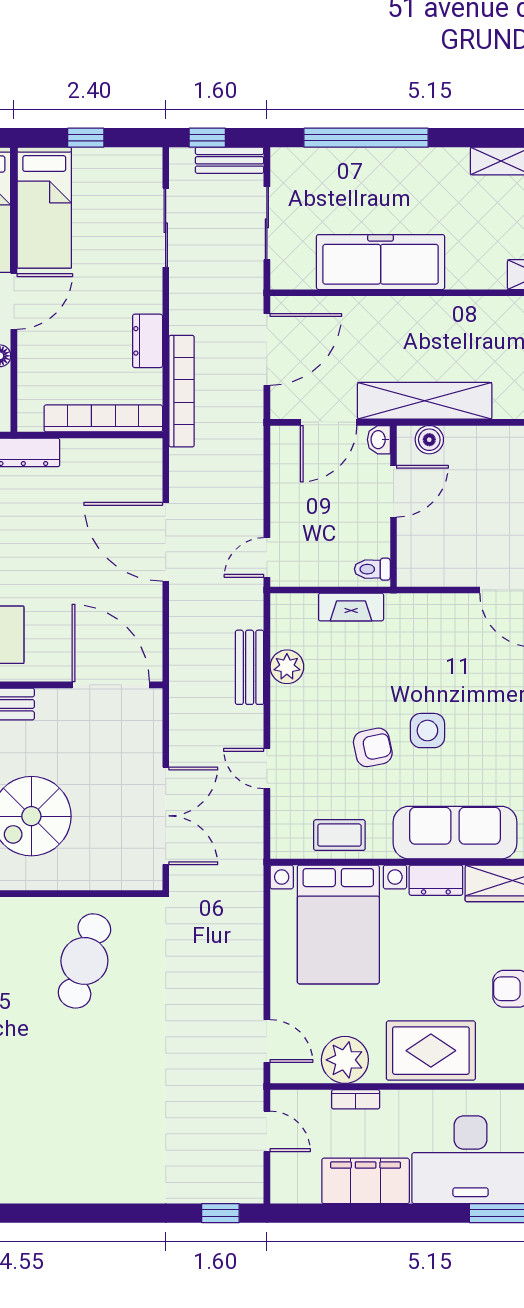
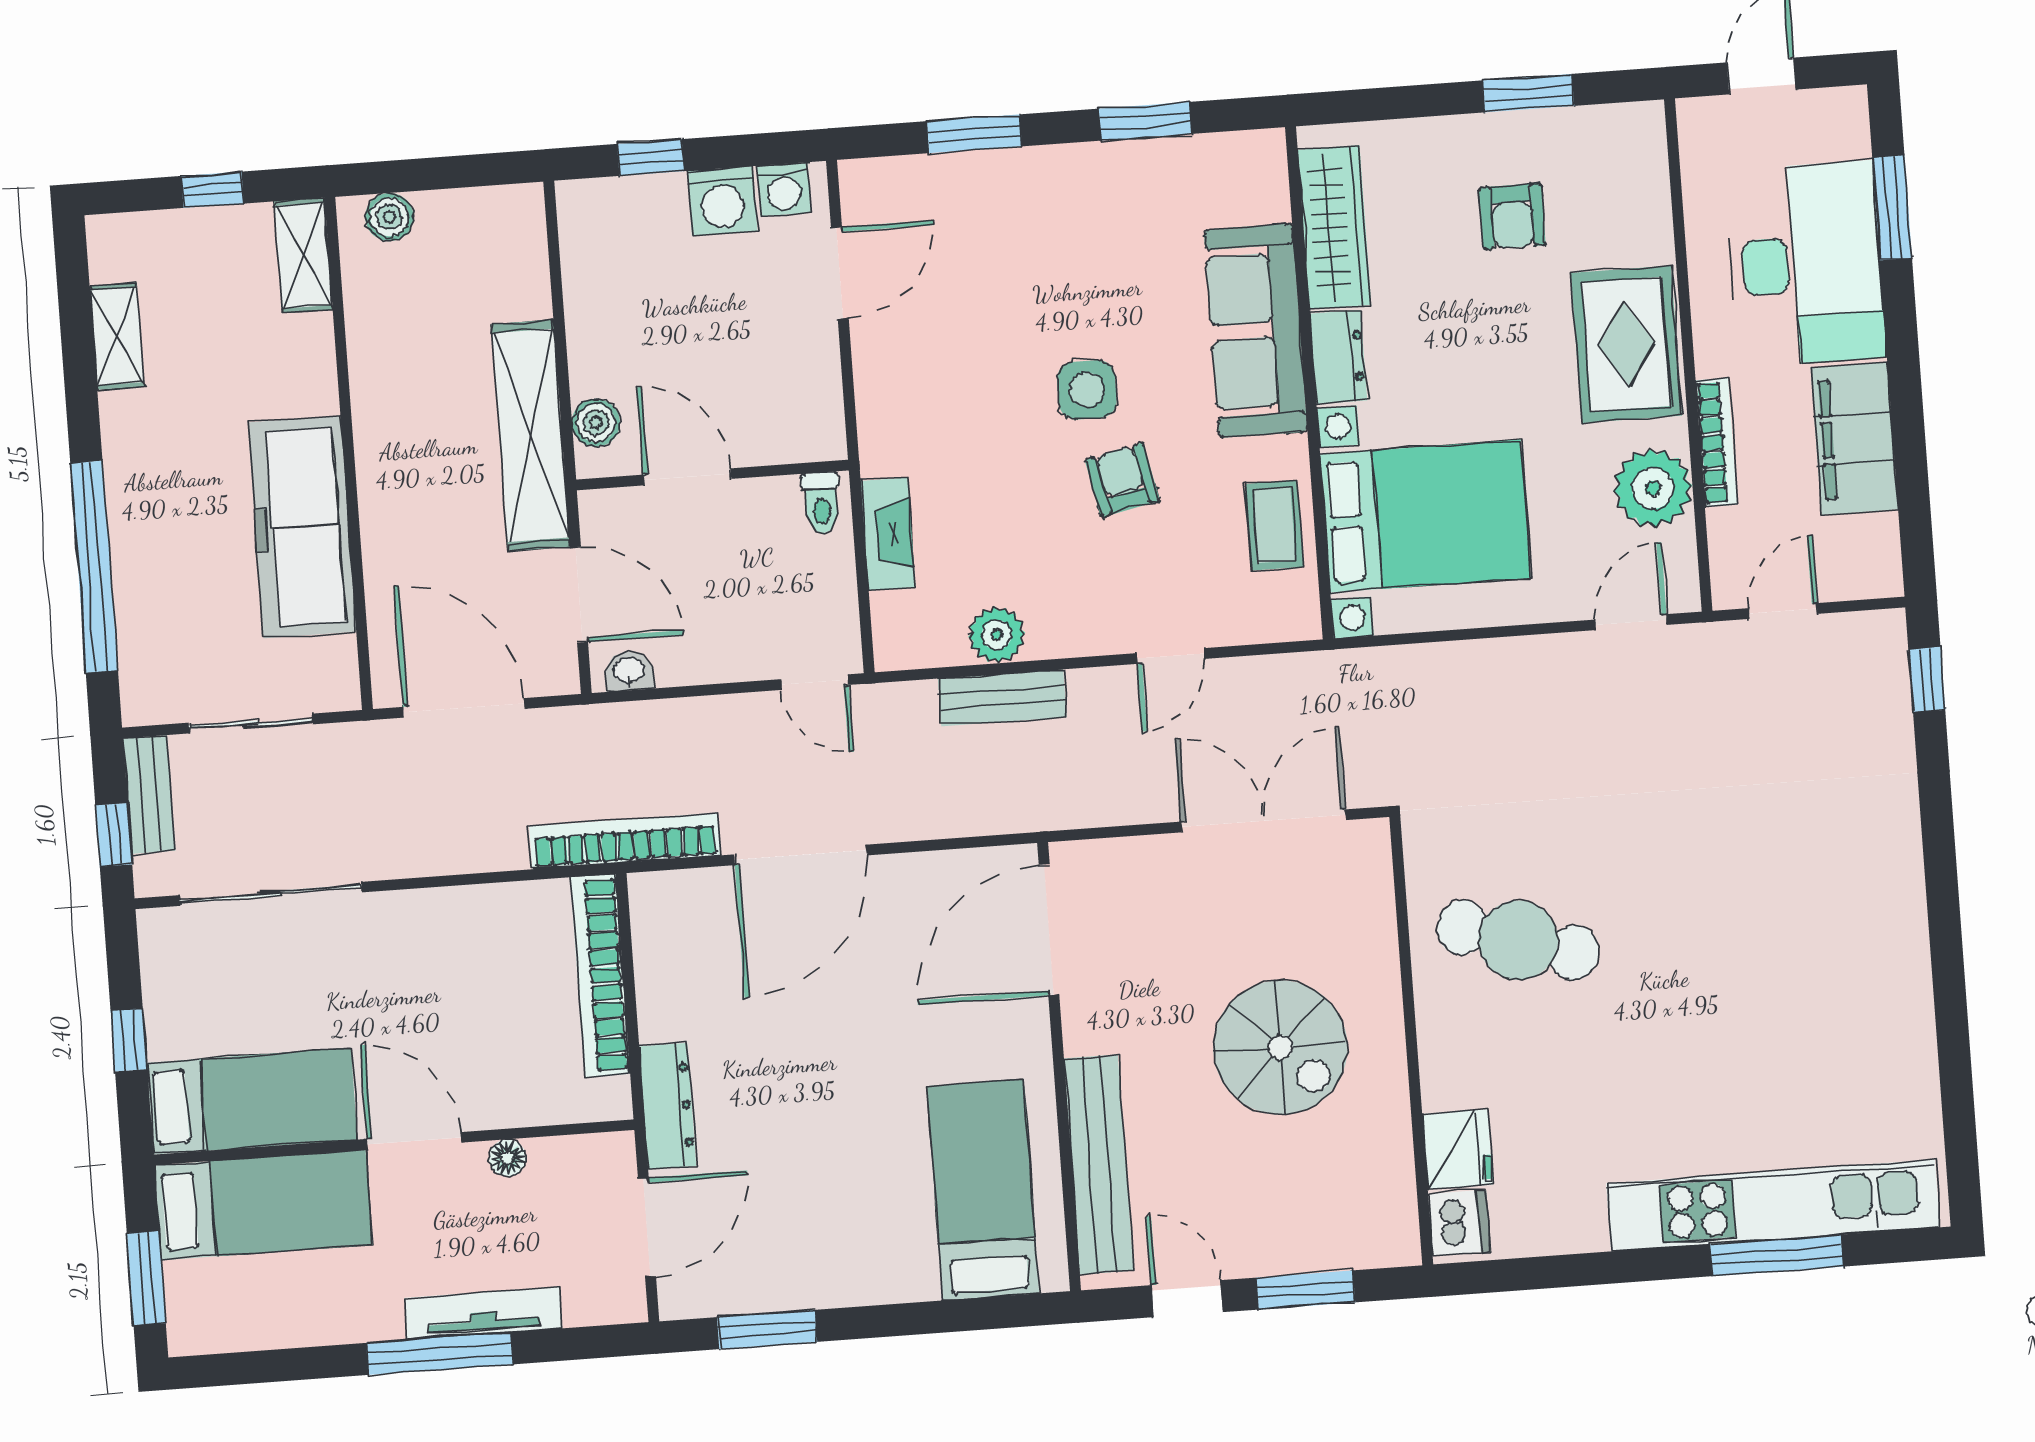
sliding door: (166, 228) -> (271, 894), width x1.37
dresser: (148, 341) -> (464, 910), removed
bookcase: (182, 391) -> (625, 841), moved
washbasin: (379, 440) -> (629, 671), moved, turned 180
bookcase: (356, 1099) -> (1716, 442), width x1.56

